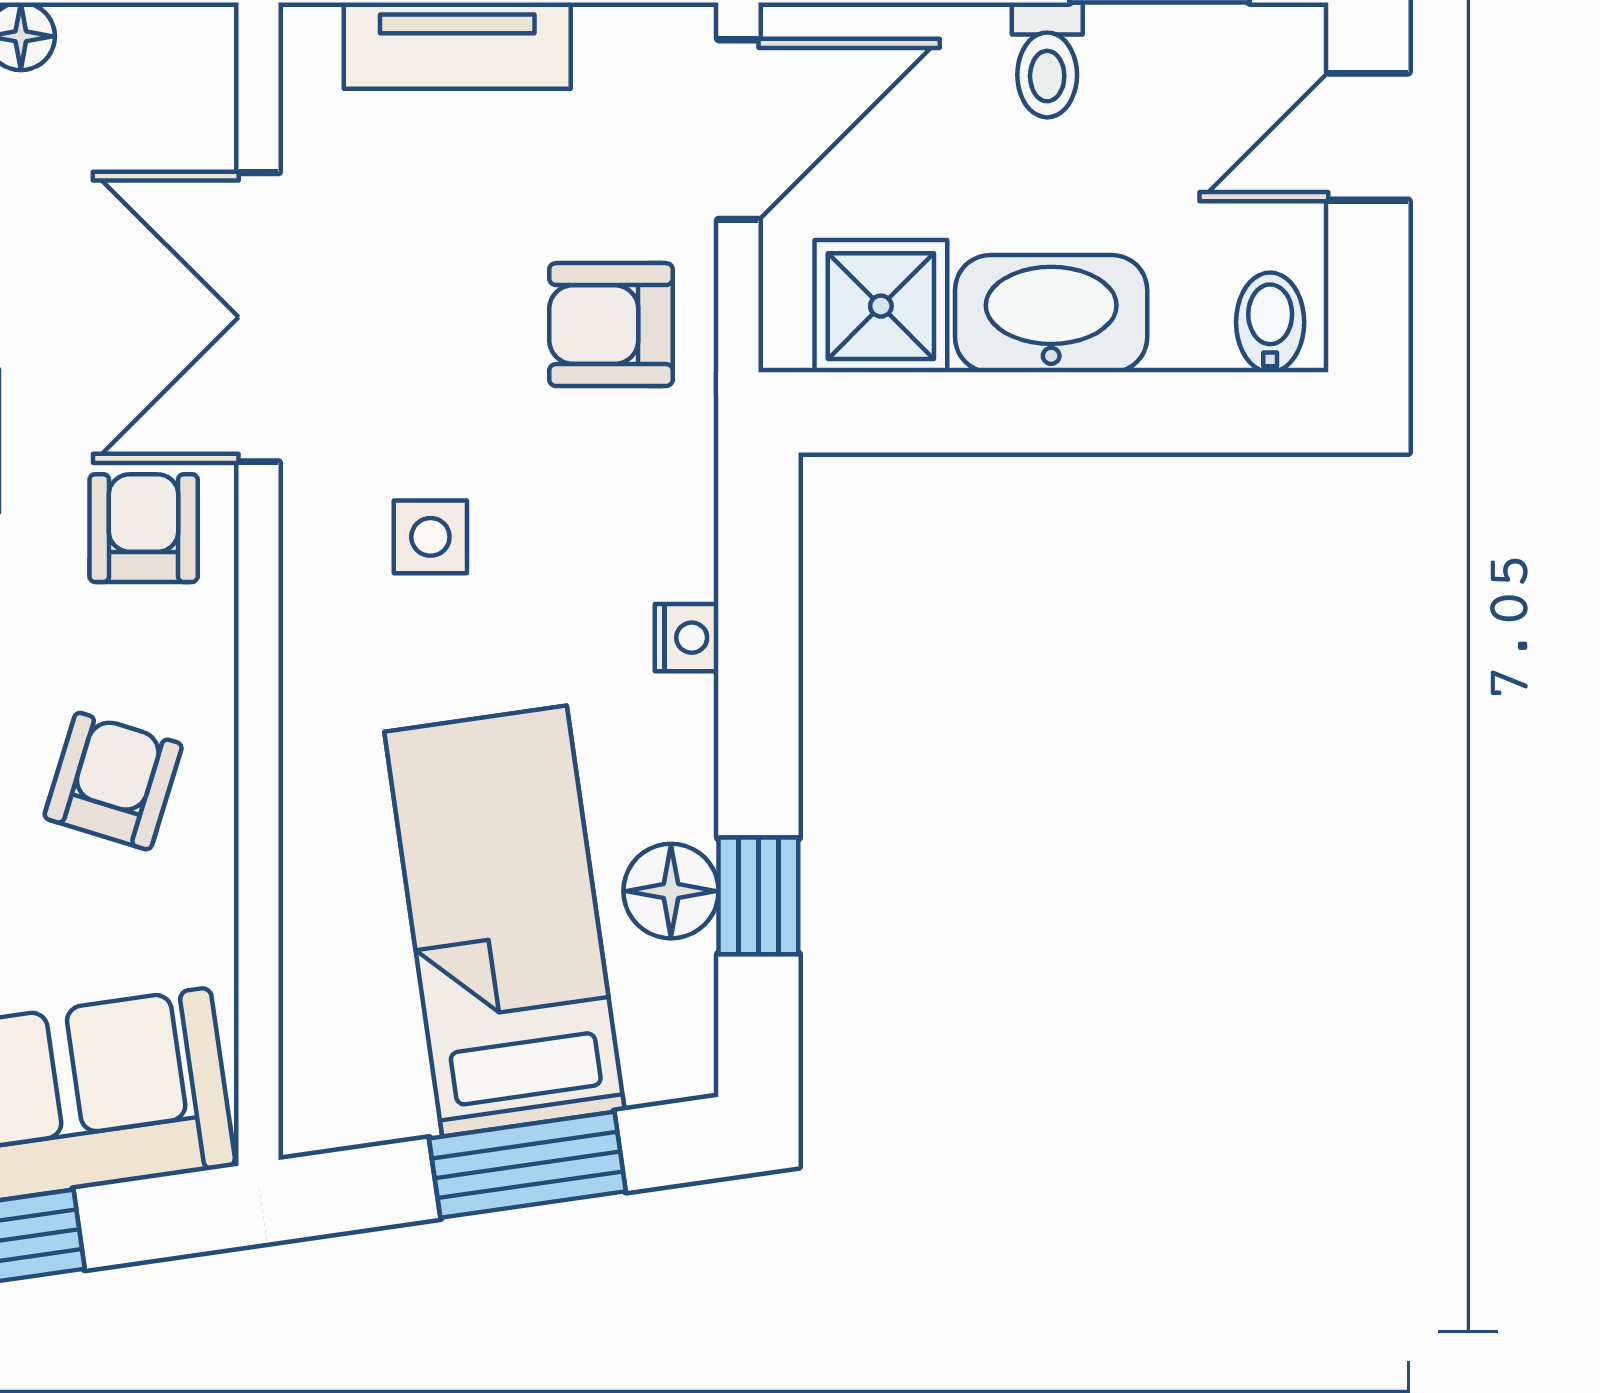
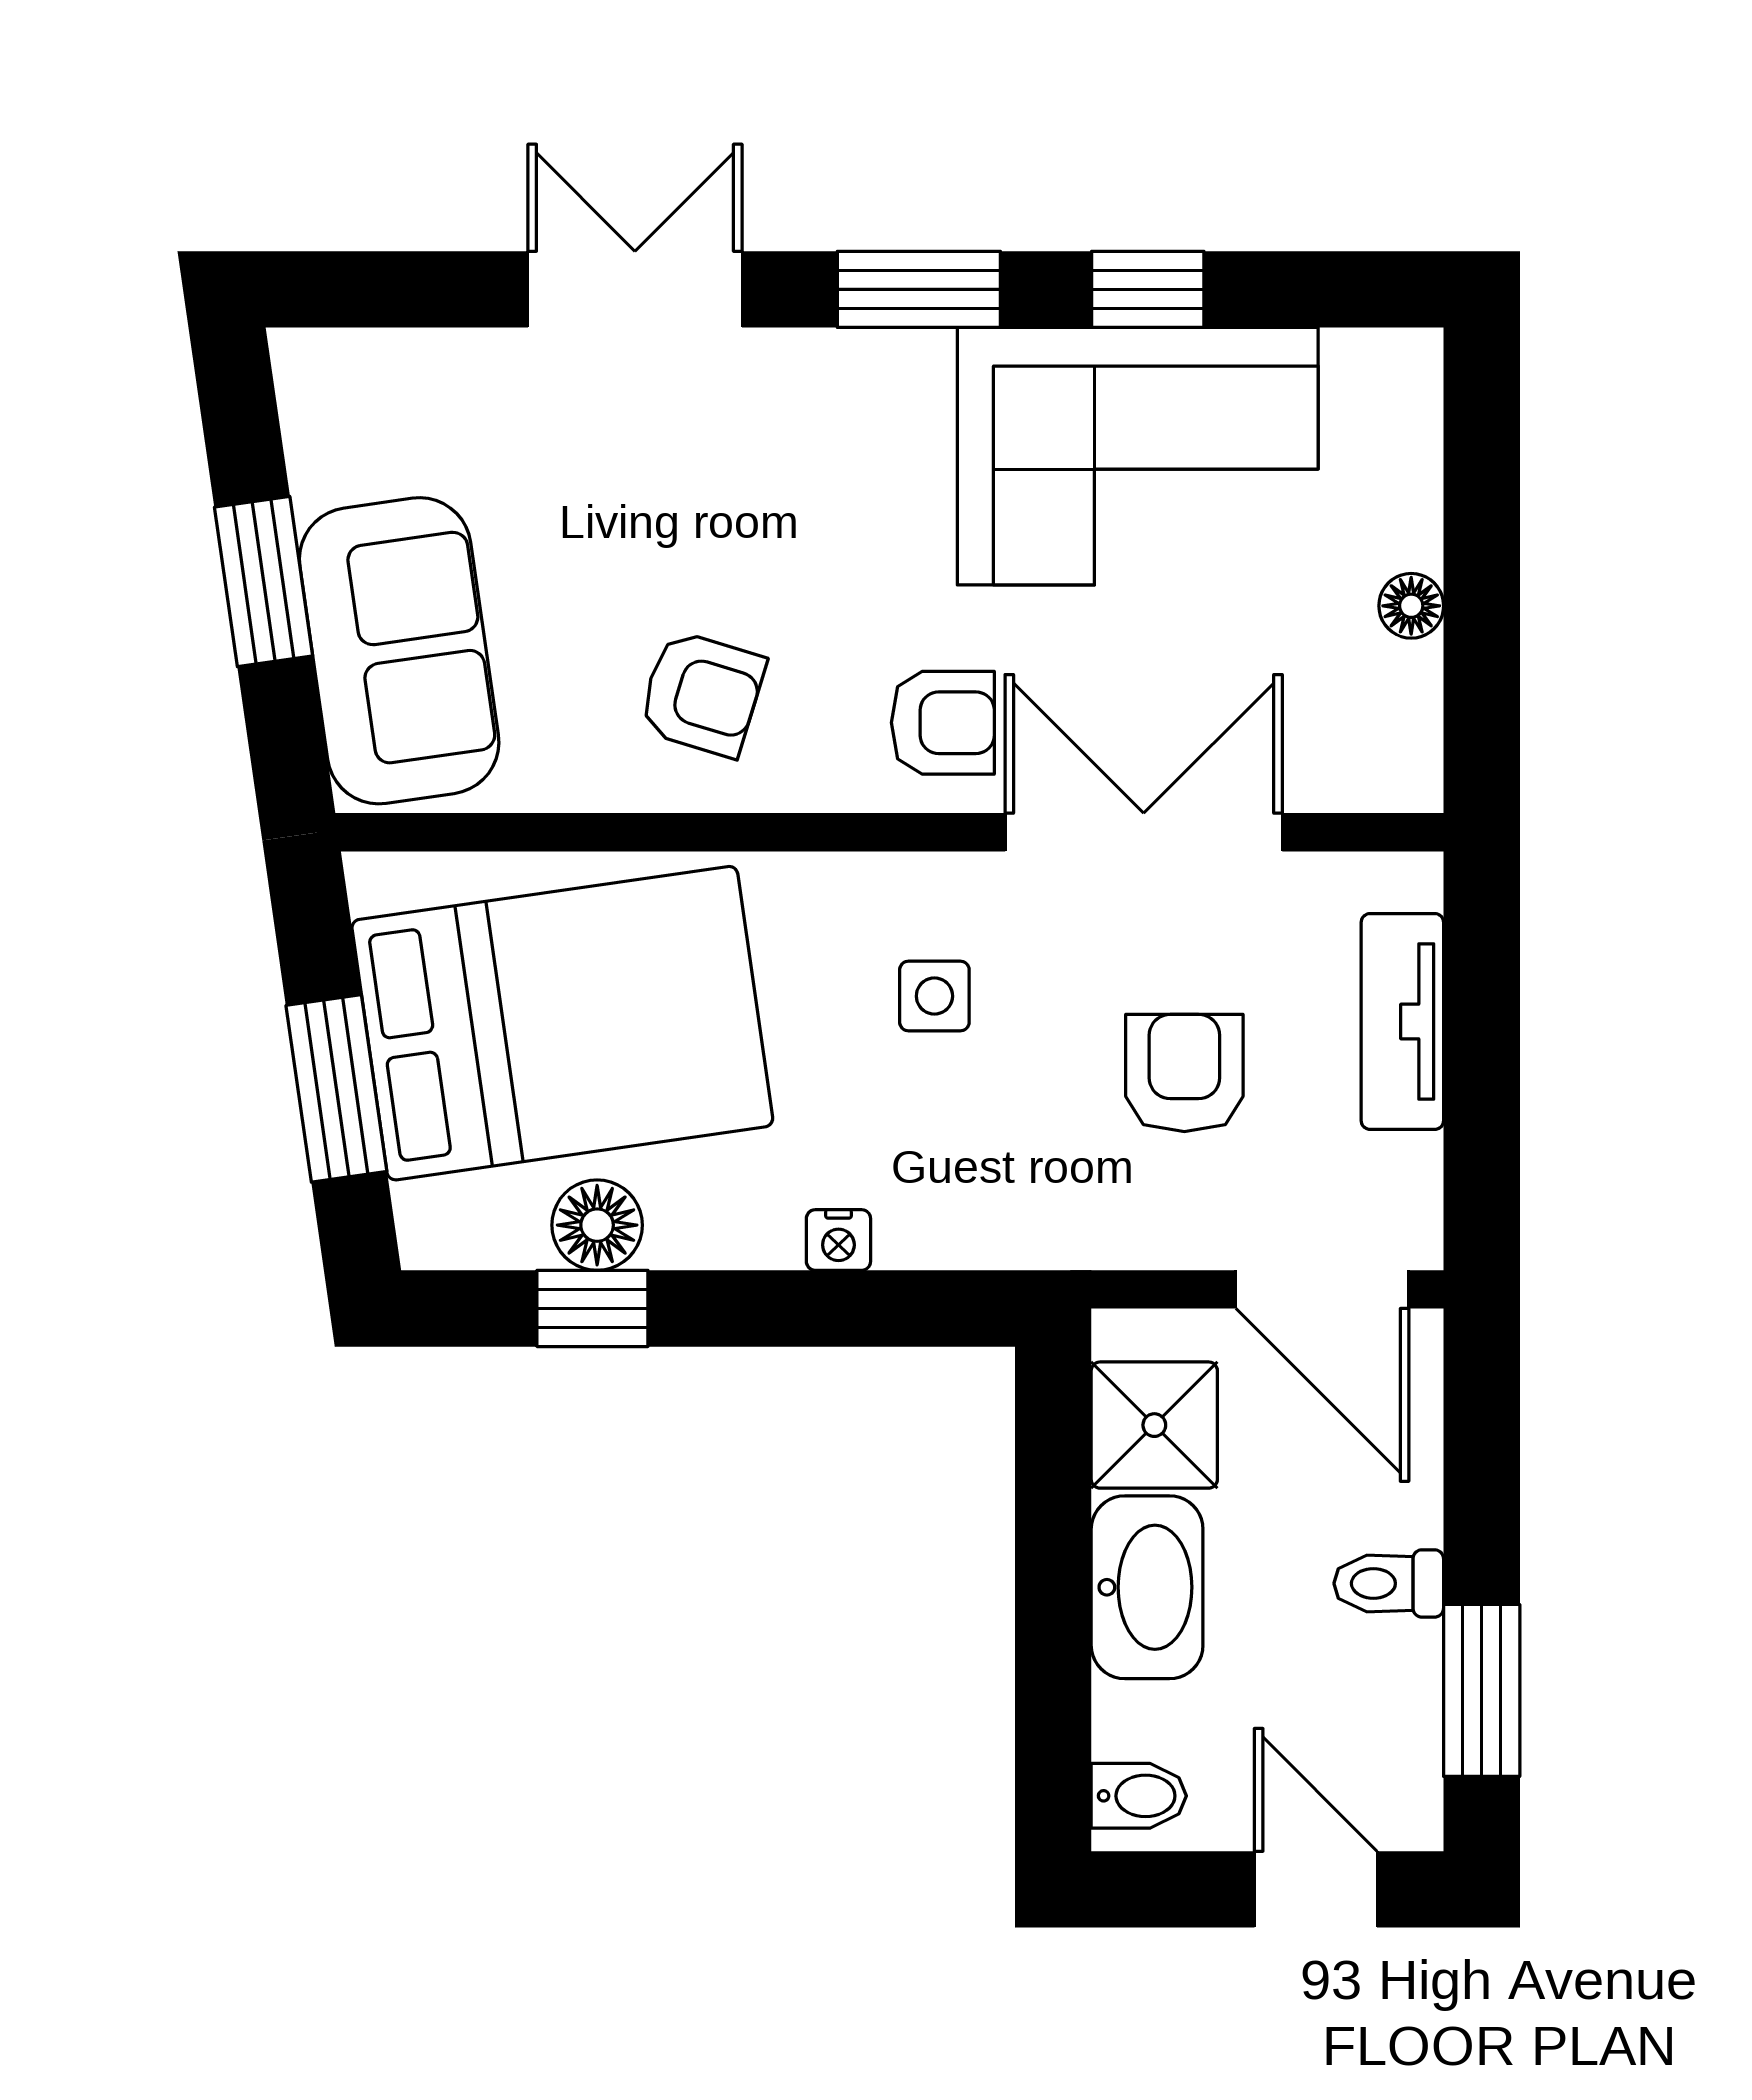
armchair: (611, 325) -> (1184, 1073), moved
bed: (504, 921) -> (562, 1023), width x1.50

